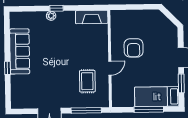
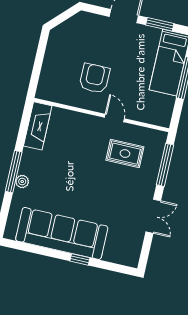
window: (56, 8) -> (14, 172), width x2.17
armchair: (134, 48) -> (95, 78), turned -90
sofa: (20, 51) -> (62, 233), width x1.36, depth x1.27

